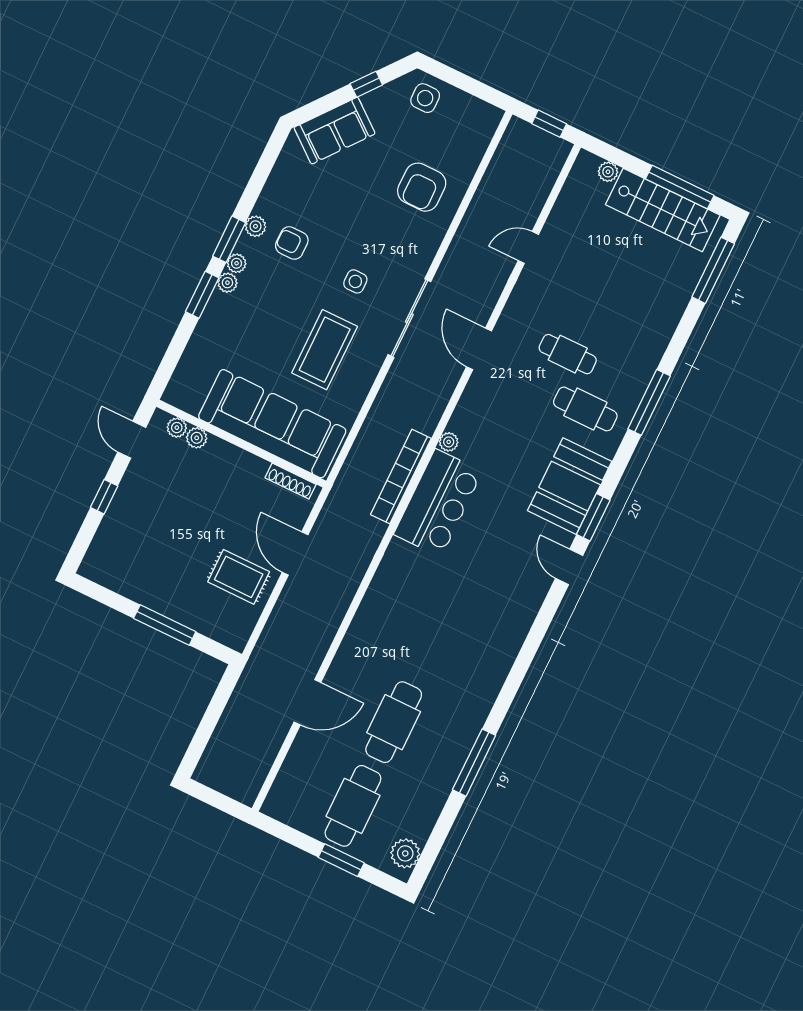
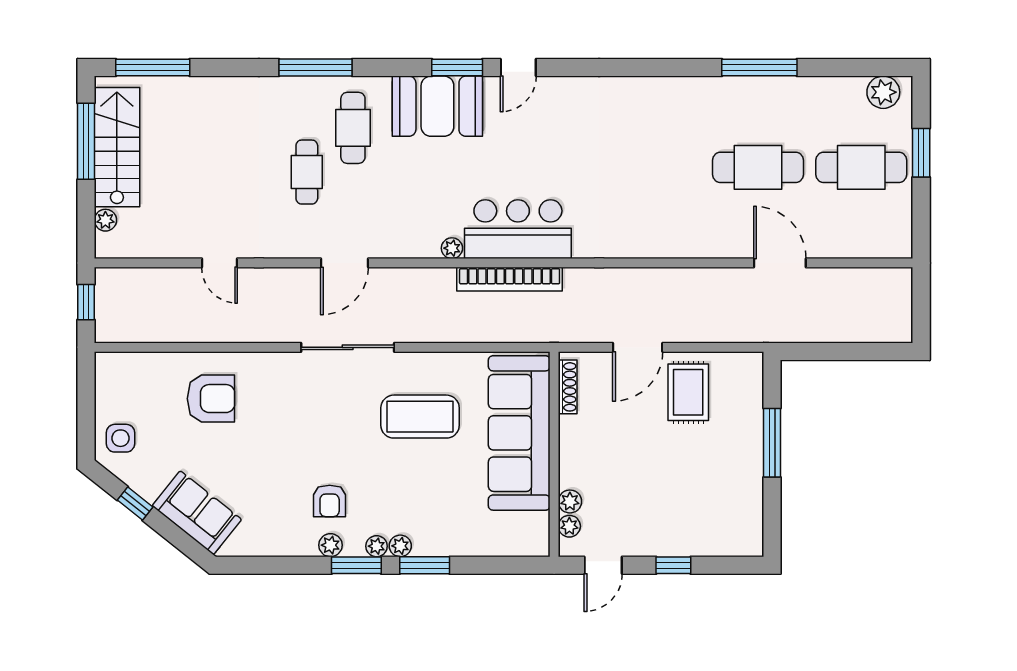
side table: (355, 281) -> (337, 419), removed

